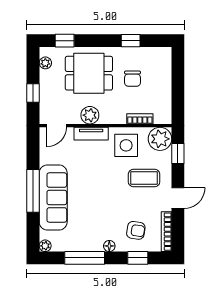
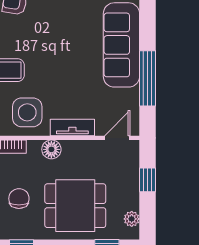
plant: (90, 115) -> (74, 151), removed
floor lamp: (107, 117) -> (51, 149), added
window: (33, 191) -> (148, 78), moved

